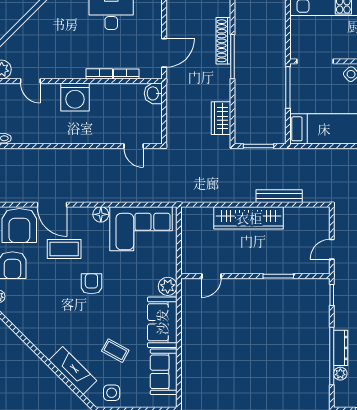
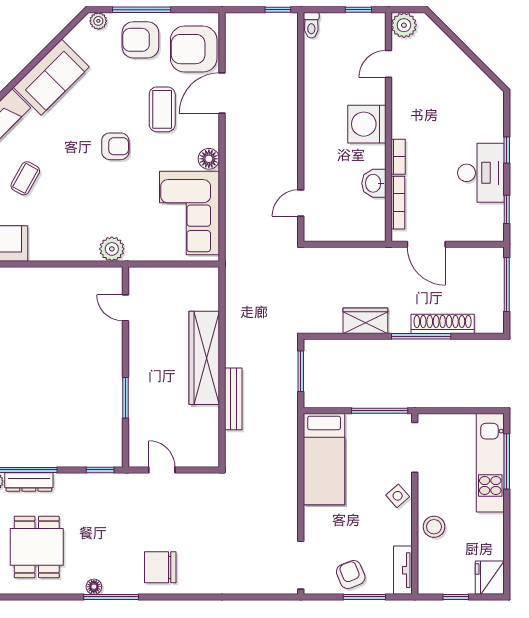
bookcase: (126, 74) -> (398, 203), width x1.56
washbasin: (153, 93) -> (374, 183), moved, turned -90
wardrobe: (221, 118) -> (365, 321), moved
sofa: (162, 322) -> (51, 77), moved, turned 135

